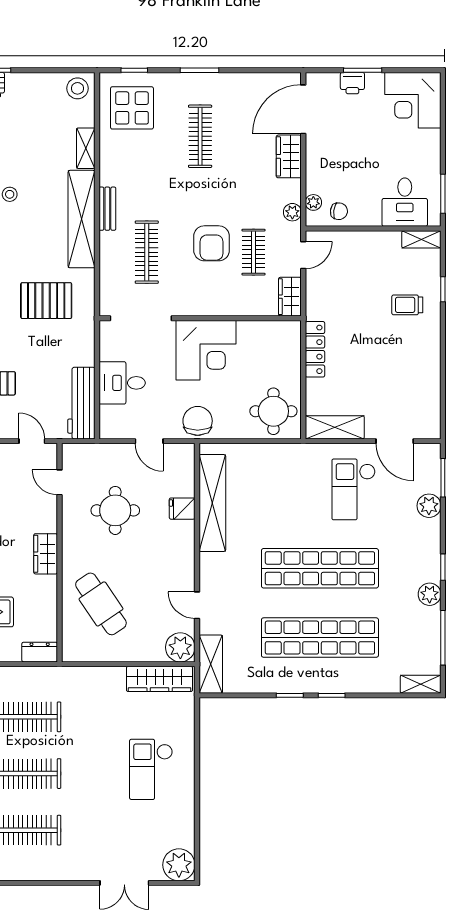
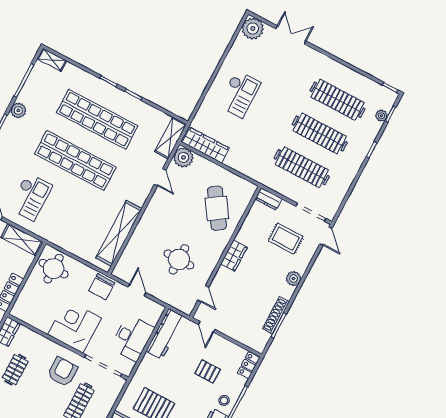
armchair: (212, 243) -> (62, 372), moved
desk: (122, 383) -> (132, 338), width x1.37
fridge: (182, 509) -> (139, 239), removed

